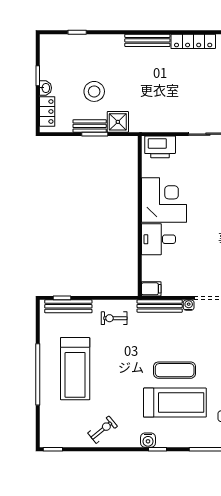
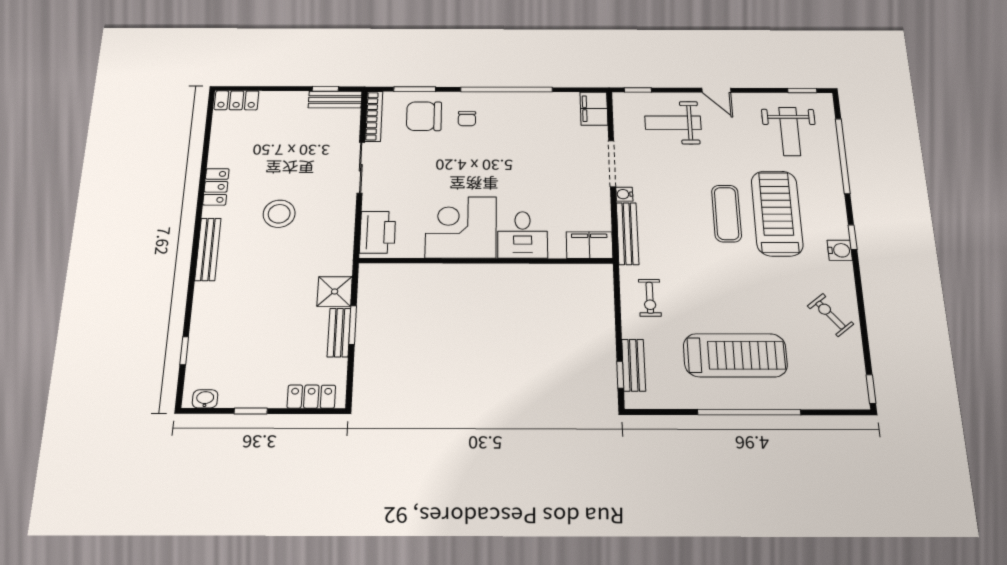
locker: (193, 41) -> (216, 187), width x0.66
washbasin: (46, 88) -> (205, 399), moved
stool: (94, 91) -> (279, 214), moved
filing cabinet: (151, 289) -> (589, 245), width x2.00
bench: (68, 306) -> (634, 365), width x0.73

